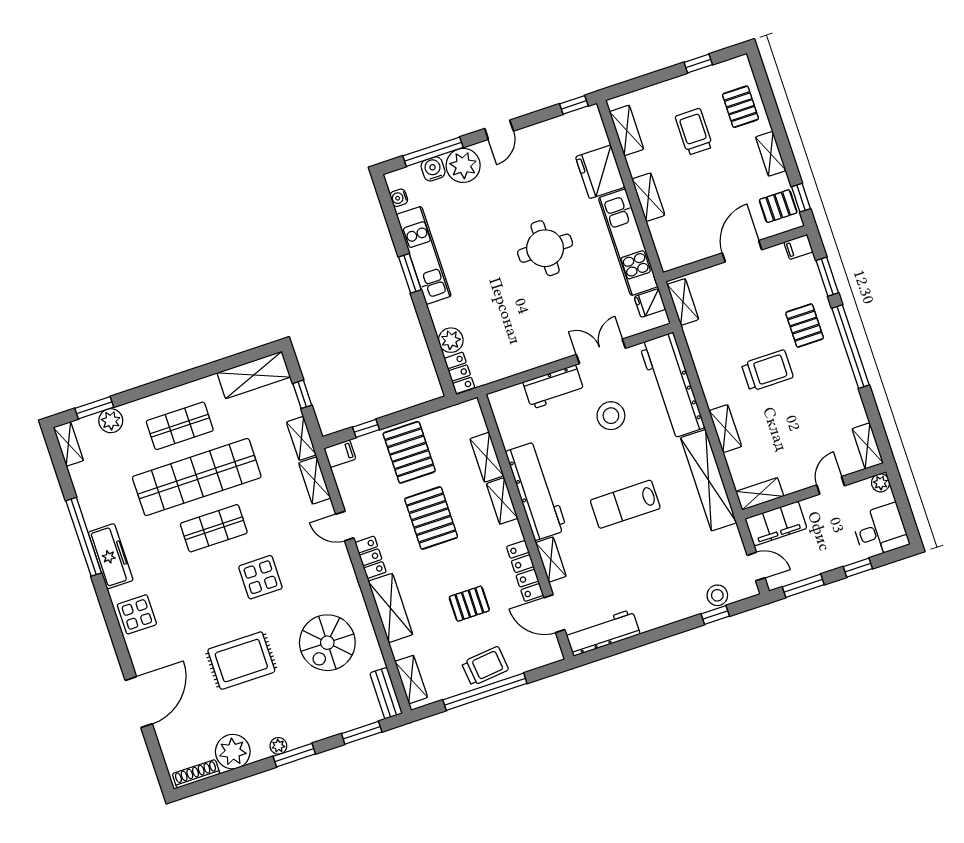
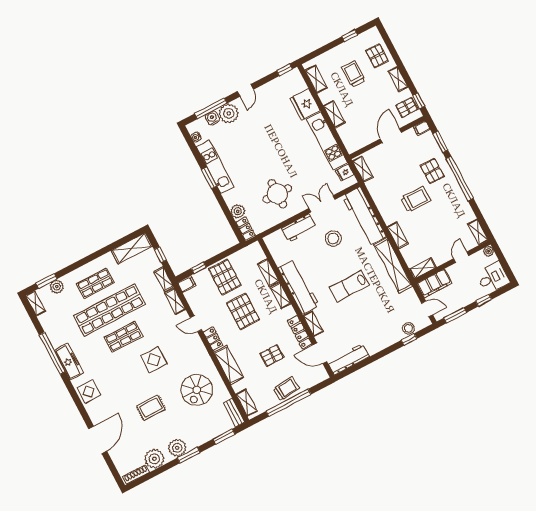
round table: (545, 248) -> (277, 194), moved
rug: (241, 661) -> (151, 408), width x0.73, depth x0.70
plant: (278, 746) -> (177, 448), width x1.88, depth x1.88

